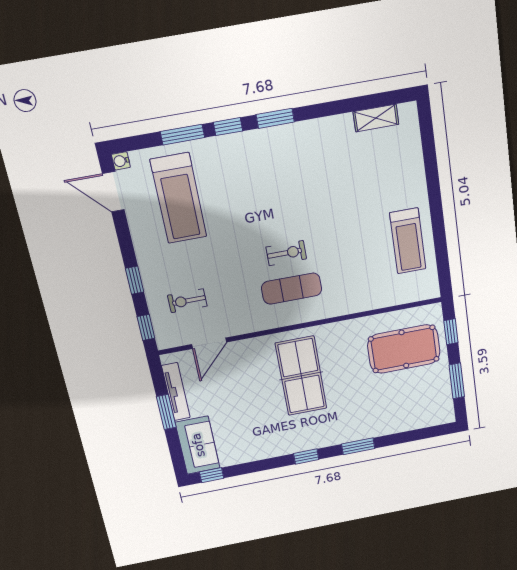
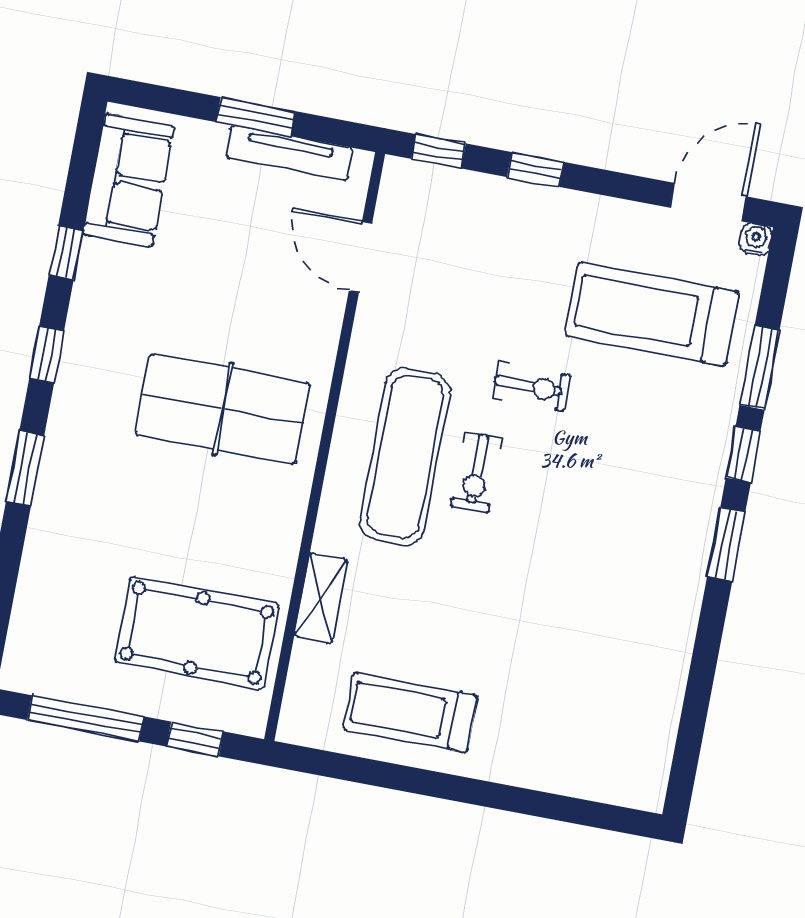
shelving: (376, 118) -> (321, 598), moved
exercise mat: (292, 289) -> (405, 457), width x1.36, depth x1.45
exercise bike: (187, 301) -> (531, 386), moved, turned 90
pool table: (404, 349) -> (197, 633), turned 90
window: (457, 381) -> (86, 718), width x1.44
sofa: (198, 445) -> (129, 180), moved, turned -90
window: (212, 475) -> (66, 253), moved

